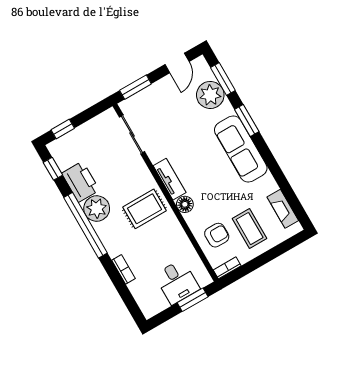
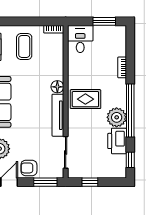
window: (63, 129) -> (90, 182), moved
tv unit: (170, 179) -> (58, 115), width x1.41
armchair: (217, 235) -> (29, 168), moved
desk: (177, 282) -> (80, 39), moved
window: (193, 300) -> (104, 21), moved

